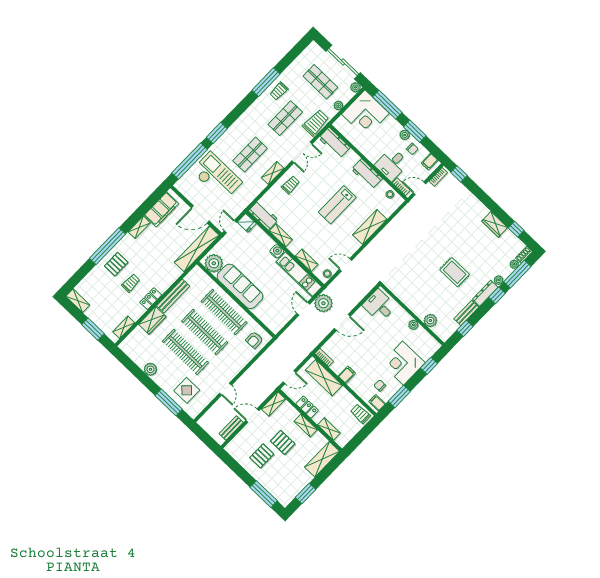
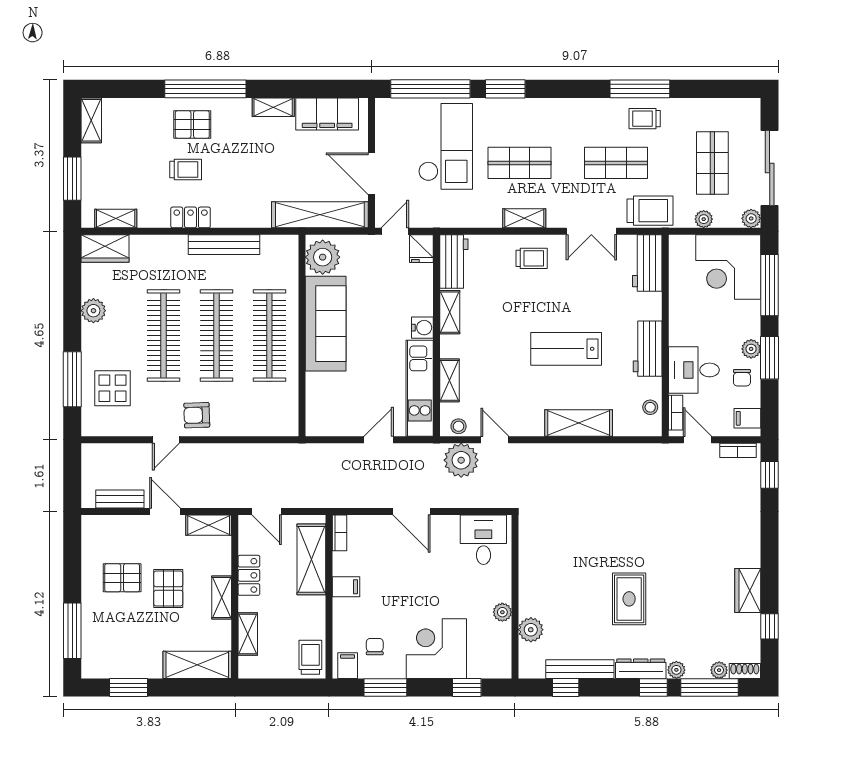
plant: (323, 303) -> (461, 460), moved
bench: (466, 313) -> (580, 669), width x1.36
wardrobe: (152, 320) -> (105, 248), moved
armchair: (254, 340) -> (197, 415), moved

